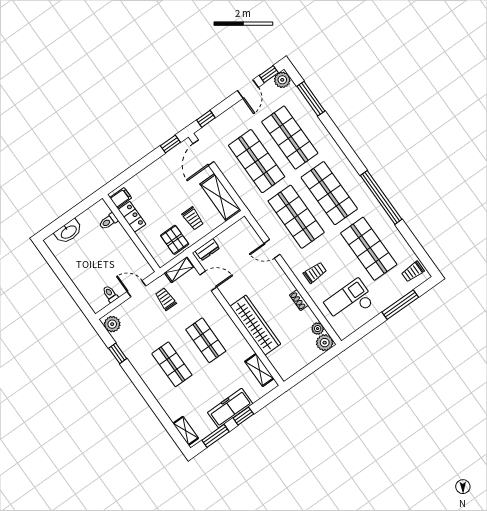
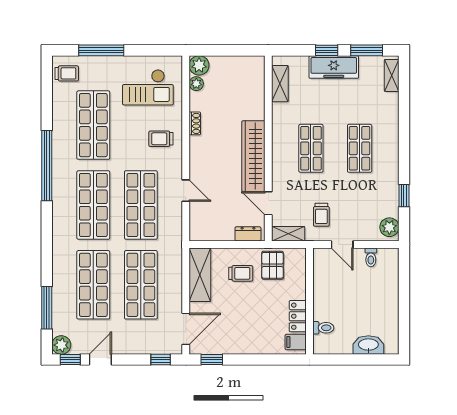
trolley: (193, 218) -> (241, 273), turned 90
wardrobe: (255, 325) -> (253, 156), moved

